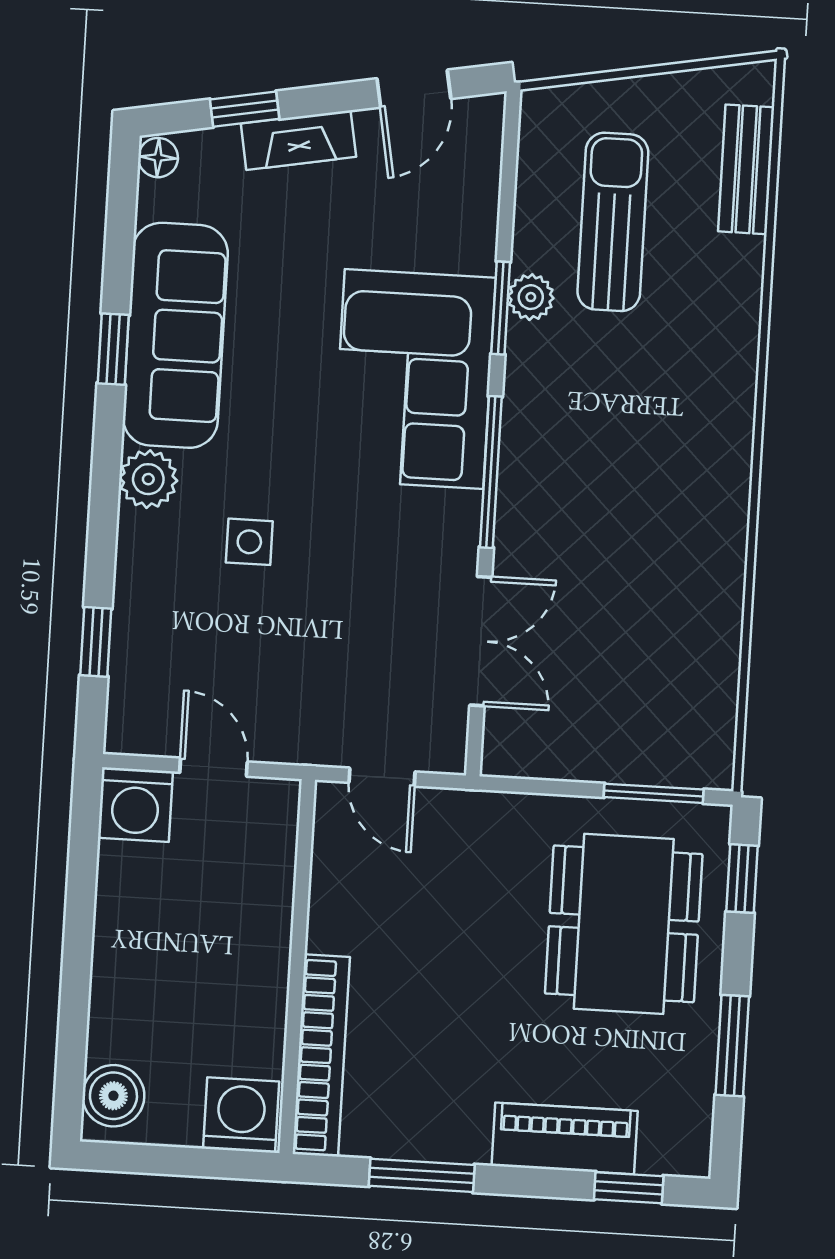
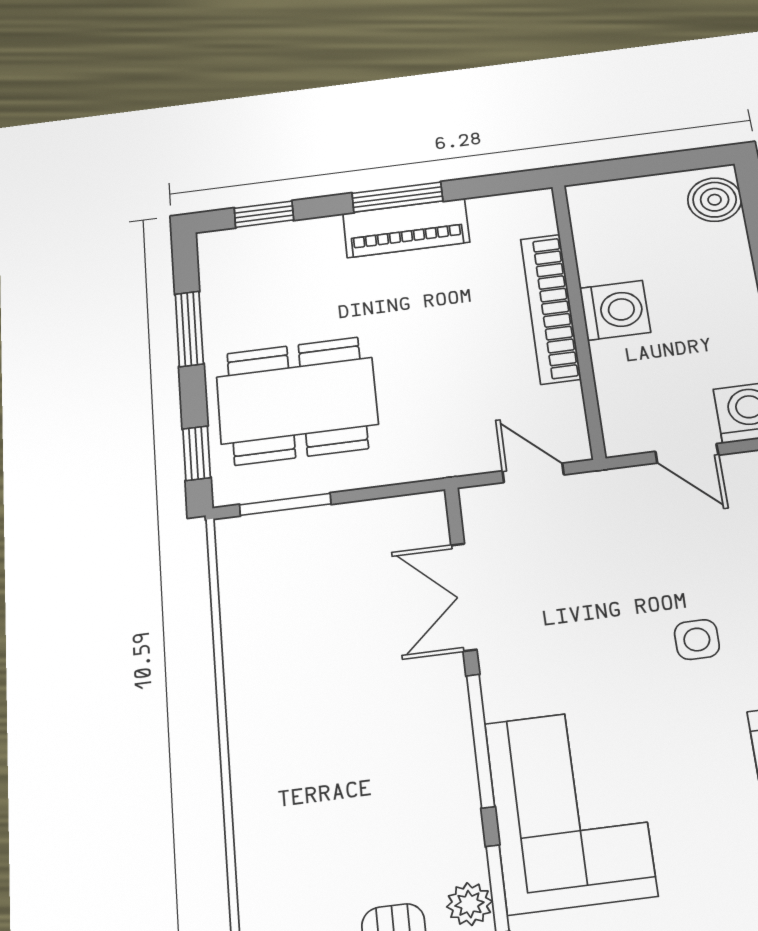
dining table: (624, 924) -> (297, 401), turned 90
bookcase: (321, 1055) -> (550, 308), moved
washing machine: (241, 1115) -> (615, 310), moved, turned -90
piano: (565, 1138) -> (406, 228), moved
window: (422, 1175) -> (397, 197), moved

